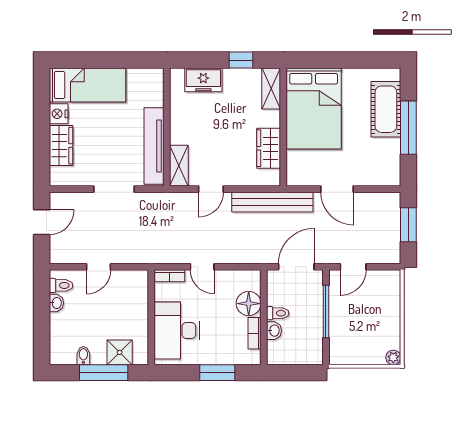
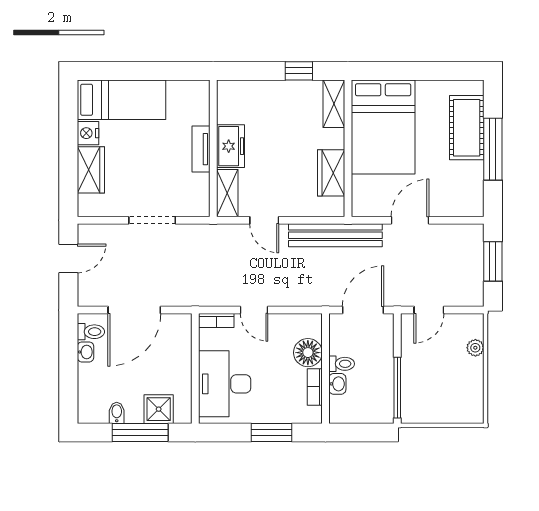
freezer: (203, 80) -> (231, 146), moved, turned -90
tv unit: (154, 146) -> (201, 149), width x0.52, depth x0.78
door: (211, 189) -> (264, 220), hinge flipped
door: (337, 189) -> (410, 220), swing flipped
door: (99, 267) -> (134, 310), width x1.87
window: (326, 311) -> (397, 388), moved
plant: (393, 357) -> (475, 348), moved

